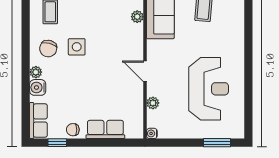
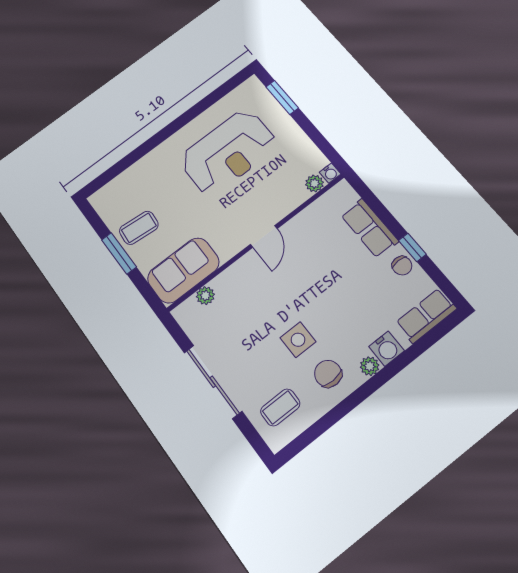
chair: (48, 49) -> (328, 374), turned -108
reception desk: (209, 89) -> (228, 152), turned 180
plant: (153, 103) -> (314, 183), moved
window: (57, 143) -> (412, 247), moved

